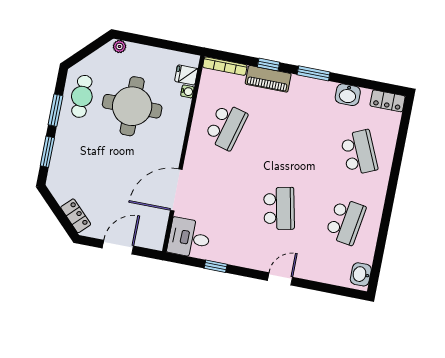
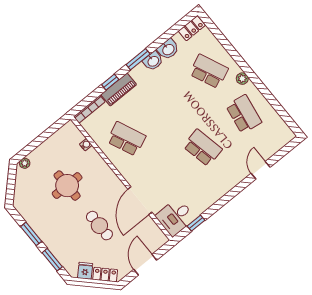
fridge: (186, 75) -> (85, 271), moved, turned 135
cafe table: (82, 96) -> (99, 226), moved
round table: (132, 106) -> (67, 186), width x0.73, depth x0.73
school desk: (226, 126) -> (126, 139), turned -39
plant: (379, 191) -> (242, 79), added
window: (216, 266) -> (196, 223), moved
washbasin: (361, 274) -> (153, 61), moved, turned -90
door: (280, 279) -> (261, 170), moved

